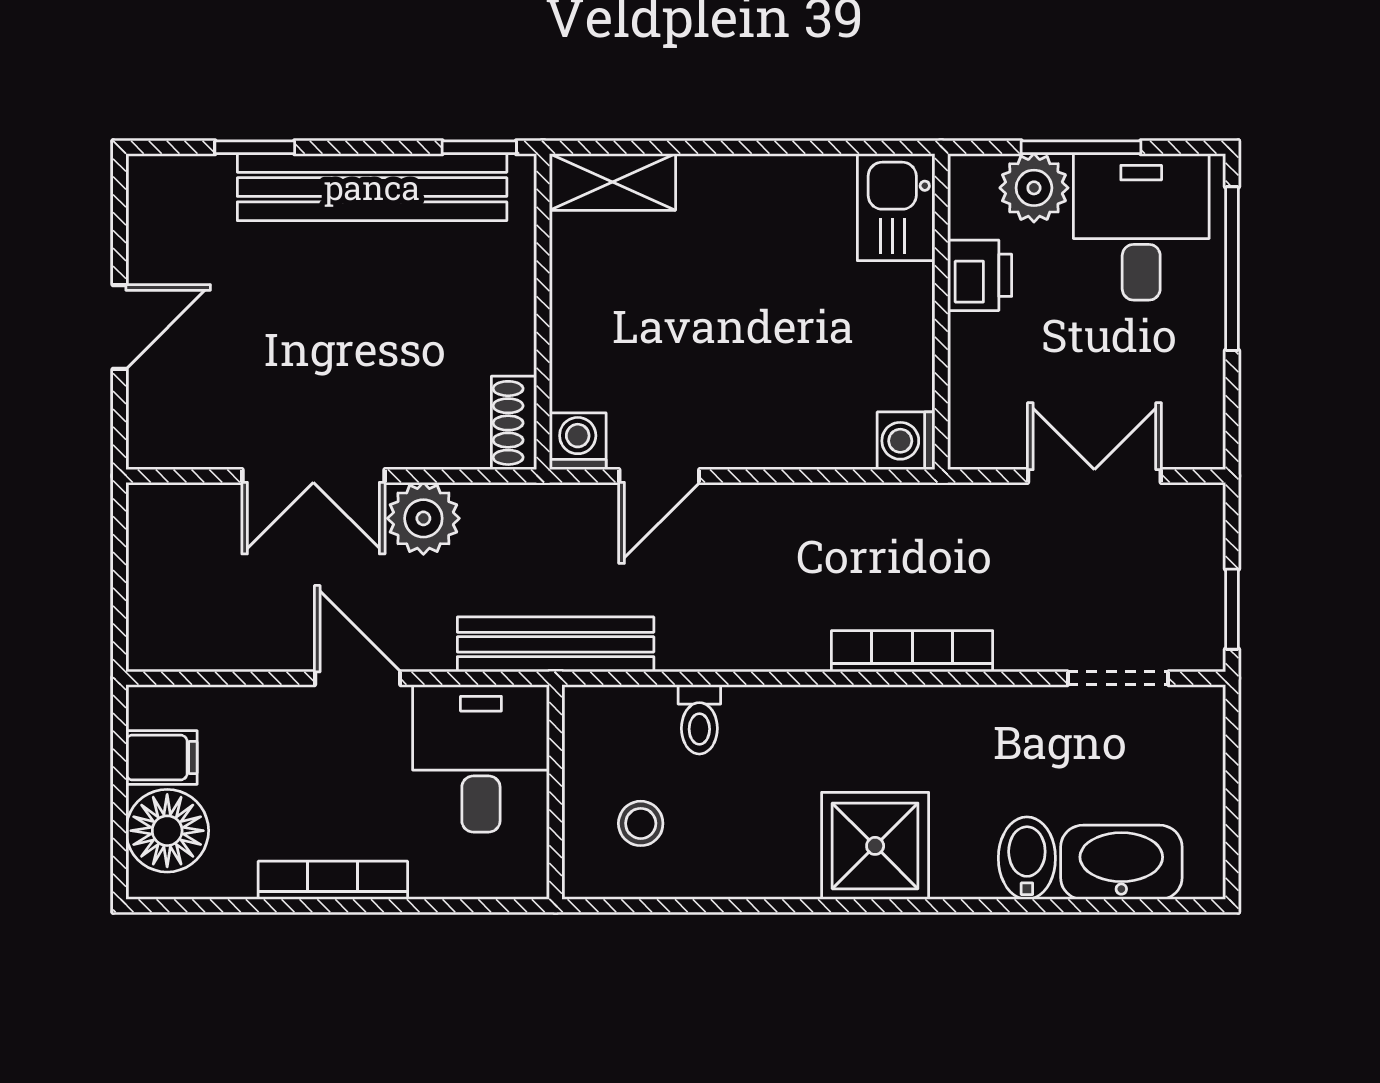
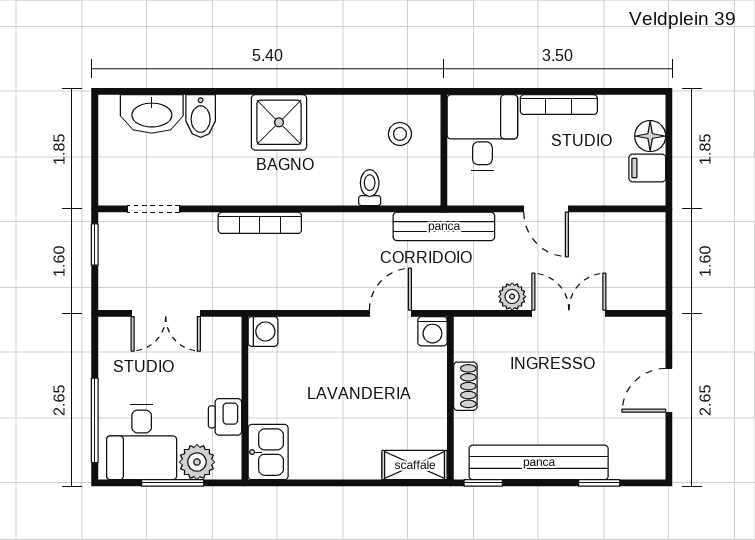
shoe rack: (514, 423) -> (465, 386), moved
plant: (423, 518) -> (512, 297), width x0.73, depth x0.73
desk: (481, 758) -> (482, 133), moved, turned 180
floor lamp: (167, 831) -> (650, 136), width x0.73, depth x0.73

